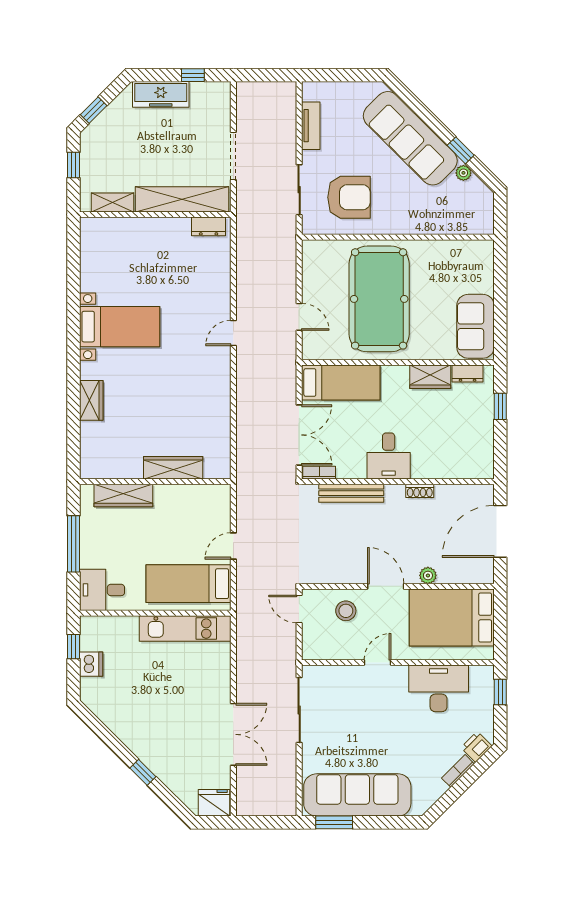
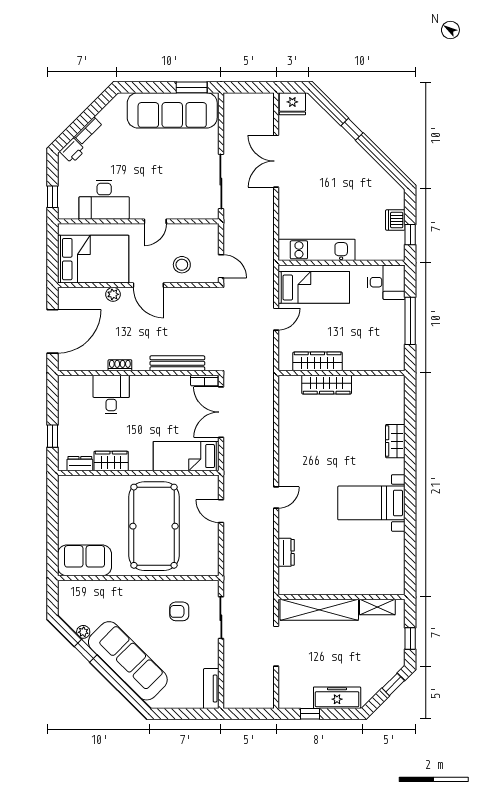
tv unit: (311, 126) -> (211, 689), moved
armchair: (349, 197) -> (179, 611), width x0.53, depth x0.53
dresser: (209, 226) -> (286, 552), moved, turned 90
sofa: (475, 326) -> (85, 560), moved, turned -90
desk: (389, 456) -> (111, 394), moved
wardrobe: (123, 495) -> (318, 361), moved

